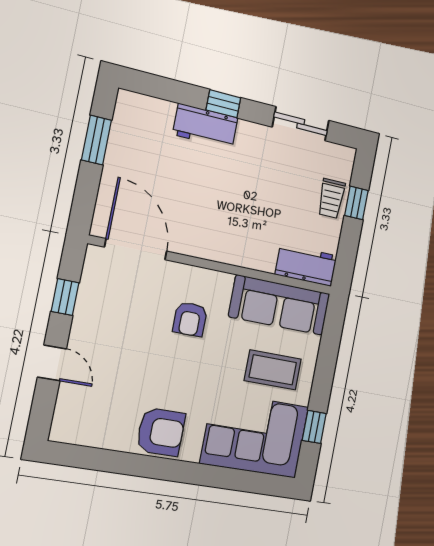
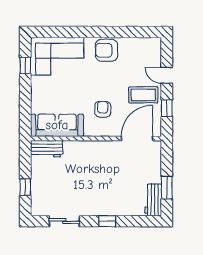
workbench: (205, 126) -> (153, 200), moved, turned -90
trolley: (331, 198) -> (40, 186), removed
door: (136, 249) -> (137, 139), swing flipped
coffee table: (273, 370) -> (143, 95), moved

